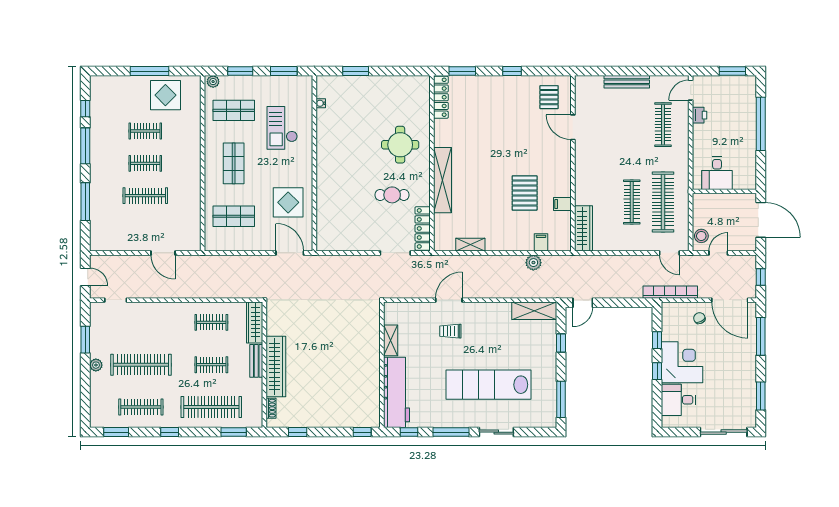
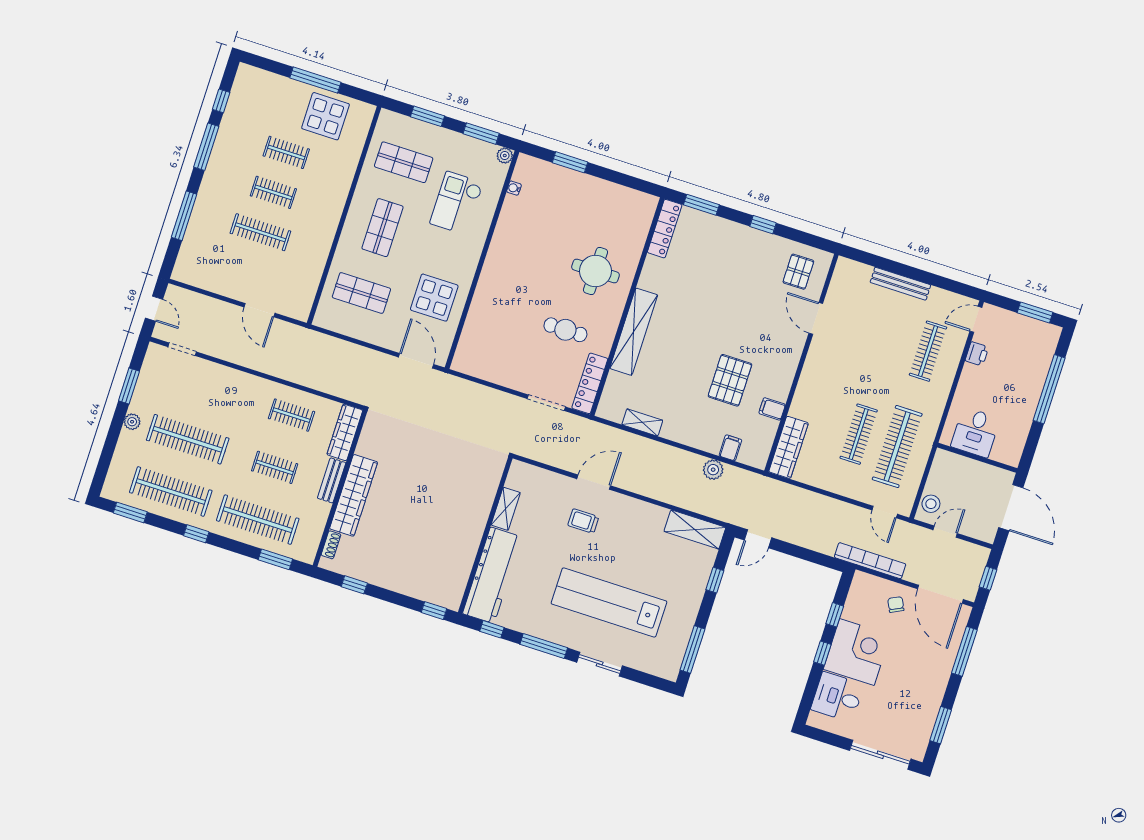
plant: (213, 82) -> (505, 156), moved
clothes rail: (141, 407) -> (171, 491), width x1.37, depth x1.31

